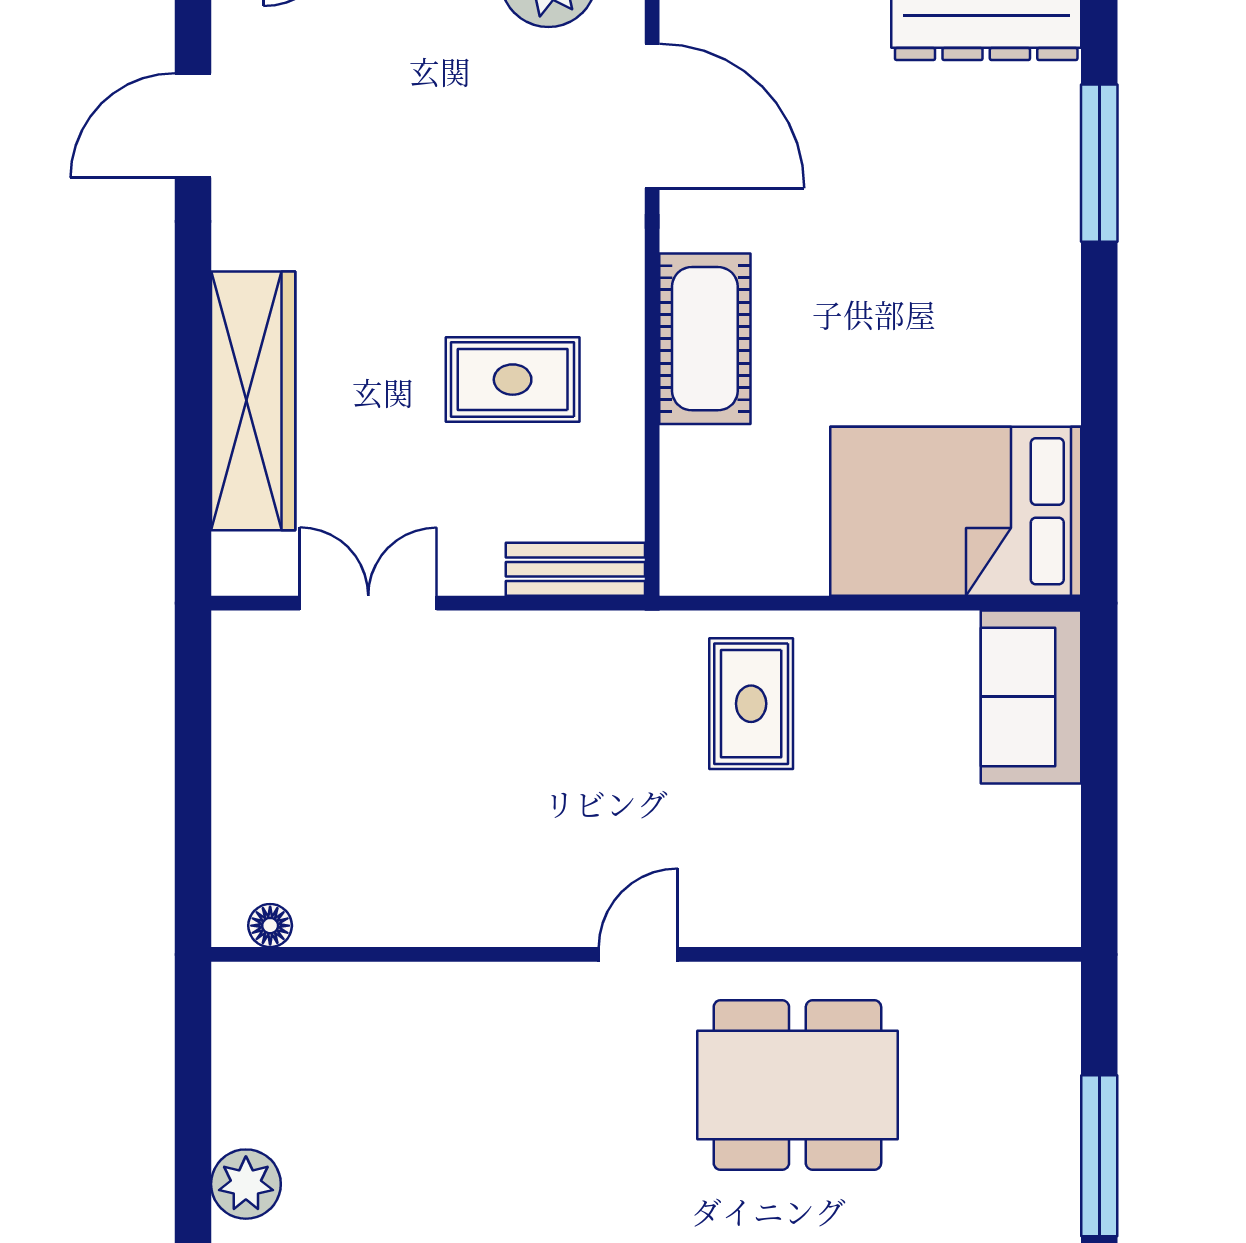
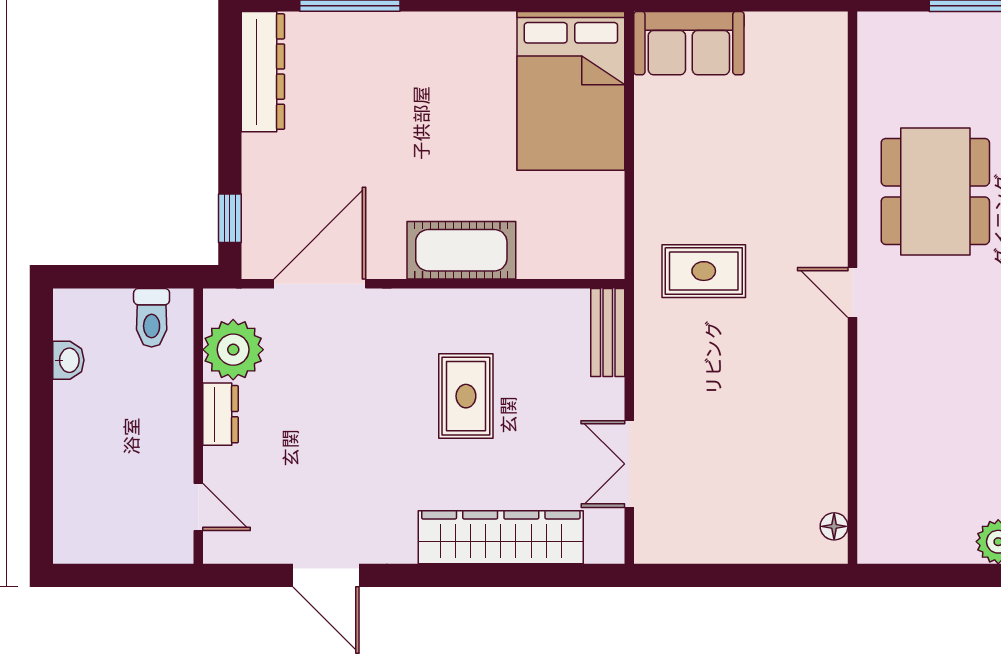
rug: (513, 380) -> (466, 396), moved
rug: (751, 704) -> (704, 271), moved

